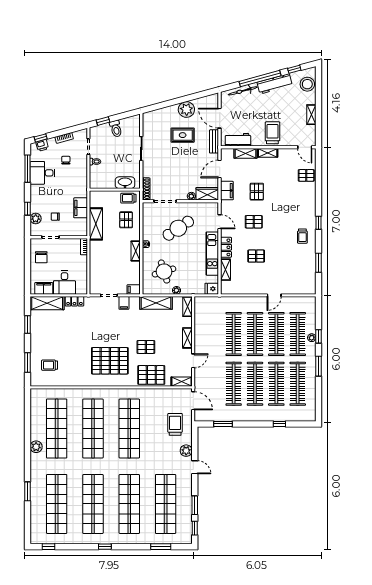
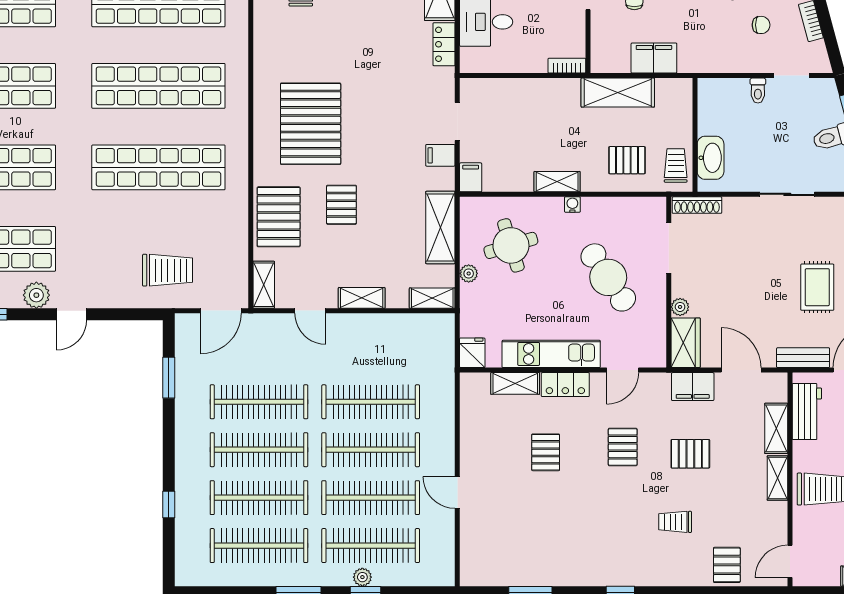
trolley: (302, 236) -> (675, 522), moved
plant: (186, 451) -> (36, 295), moved

